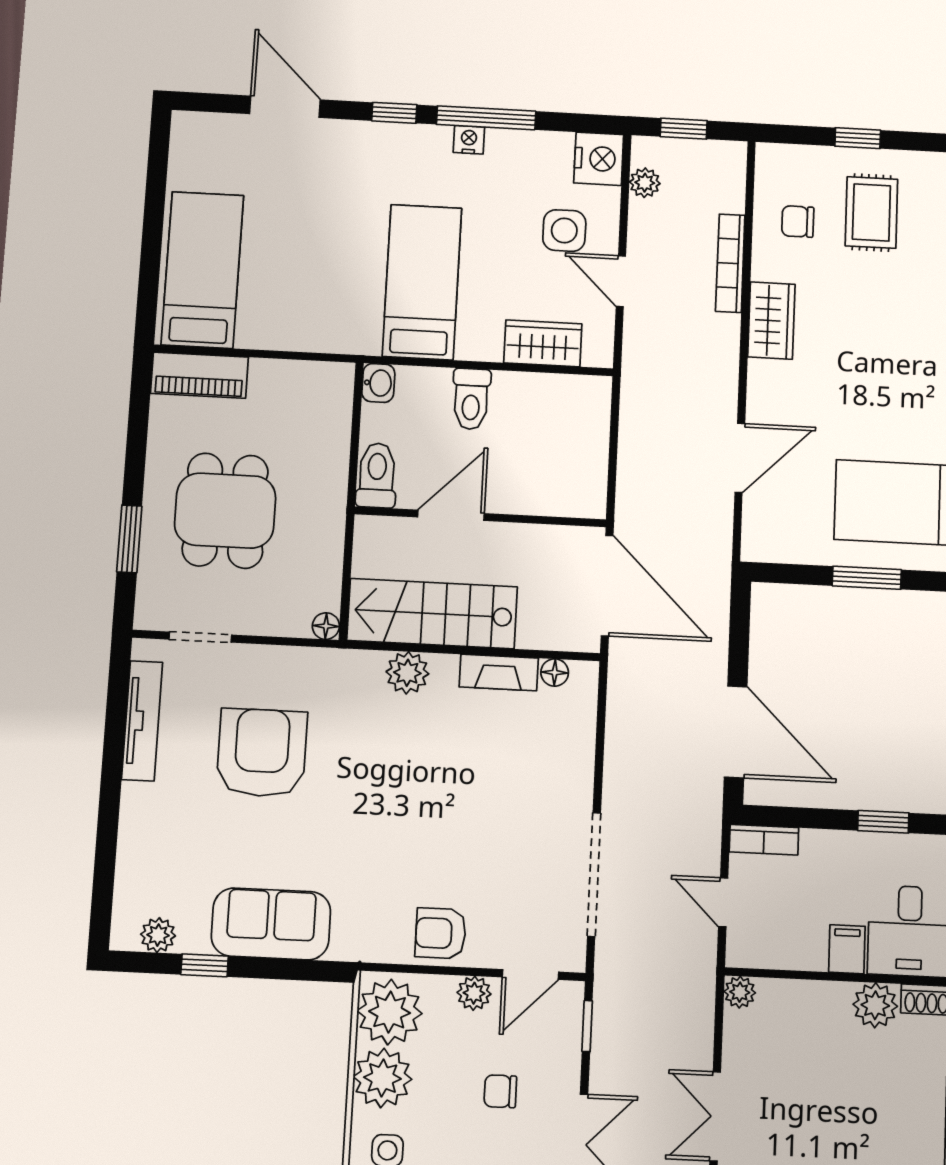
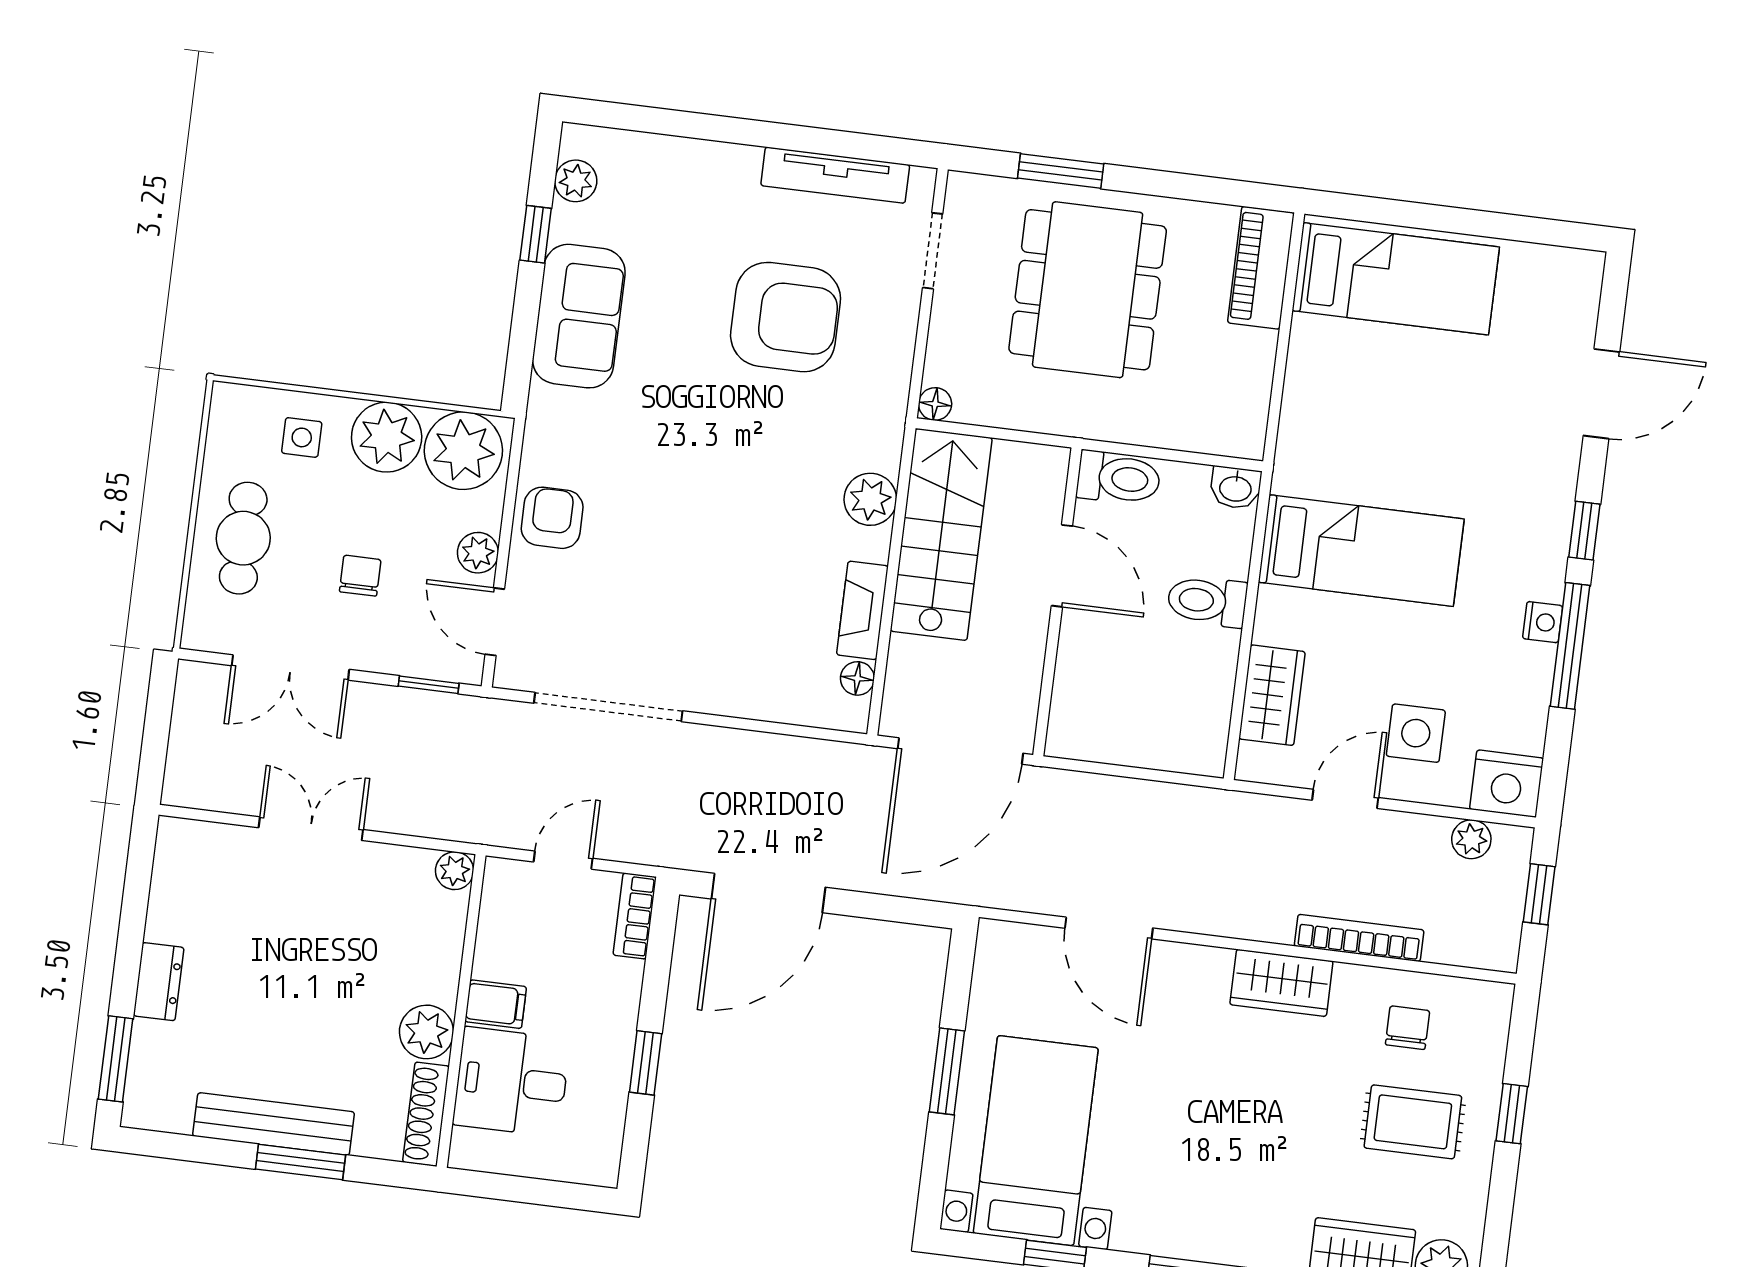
dining table: (225, 511) -> (1088, 290), width x1.38

